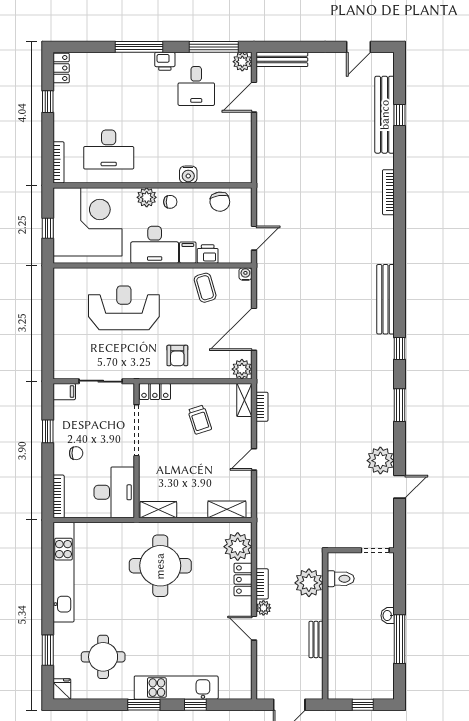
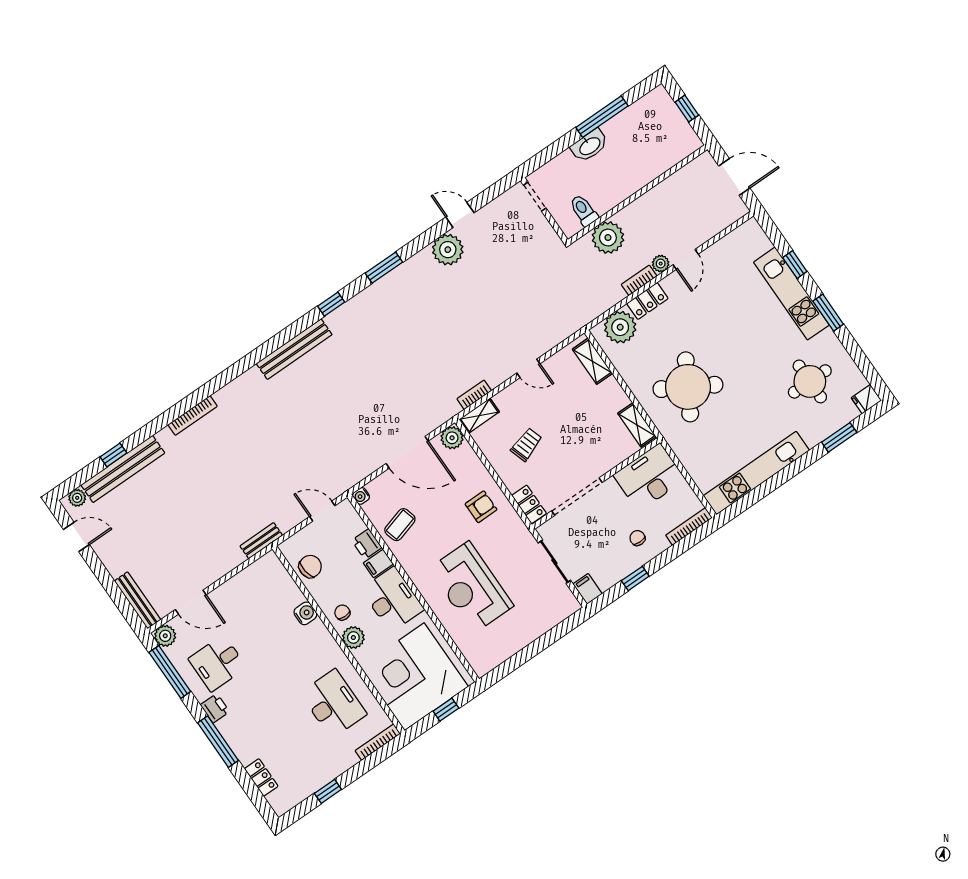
plant: (387, 67) -> (77, 498), added
locker: (61, 68) -> (261, 777), moved, turned 90
desk: (196, 86) -> (218, 663), turned 180
round table: (160, 566) -> (688, 387), turned 30
washbasin: (388, 616) -> (590, 146), width x1.91, depth x1.45
bench: (316, 639) -> (261, 541), moved

